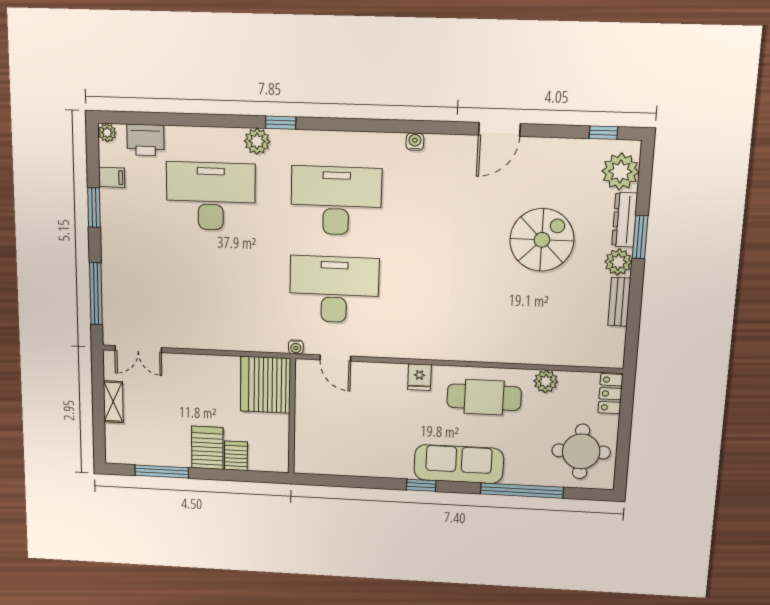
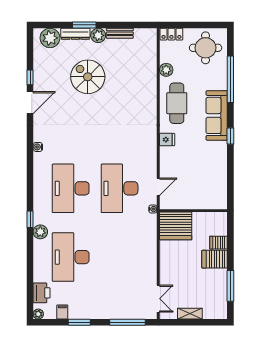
door: (499, 129) -> (30, 103), hinge flipped
window: (603, 133) -> (30, 77), moved

